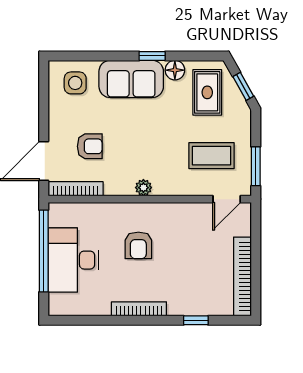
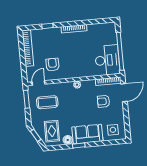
armchair: (138, 245) -> (52, 65), moved
desk: (73, 260) -> (107, 60), moved

